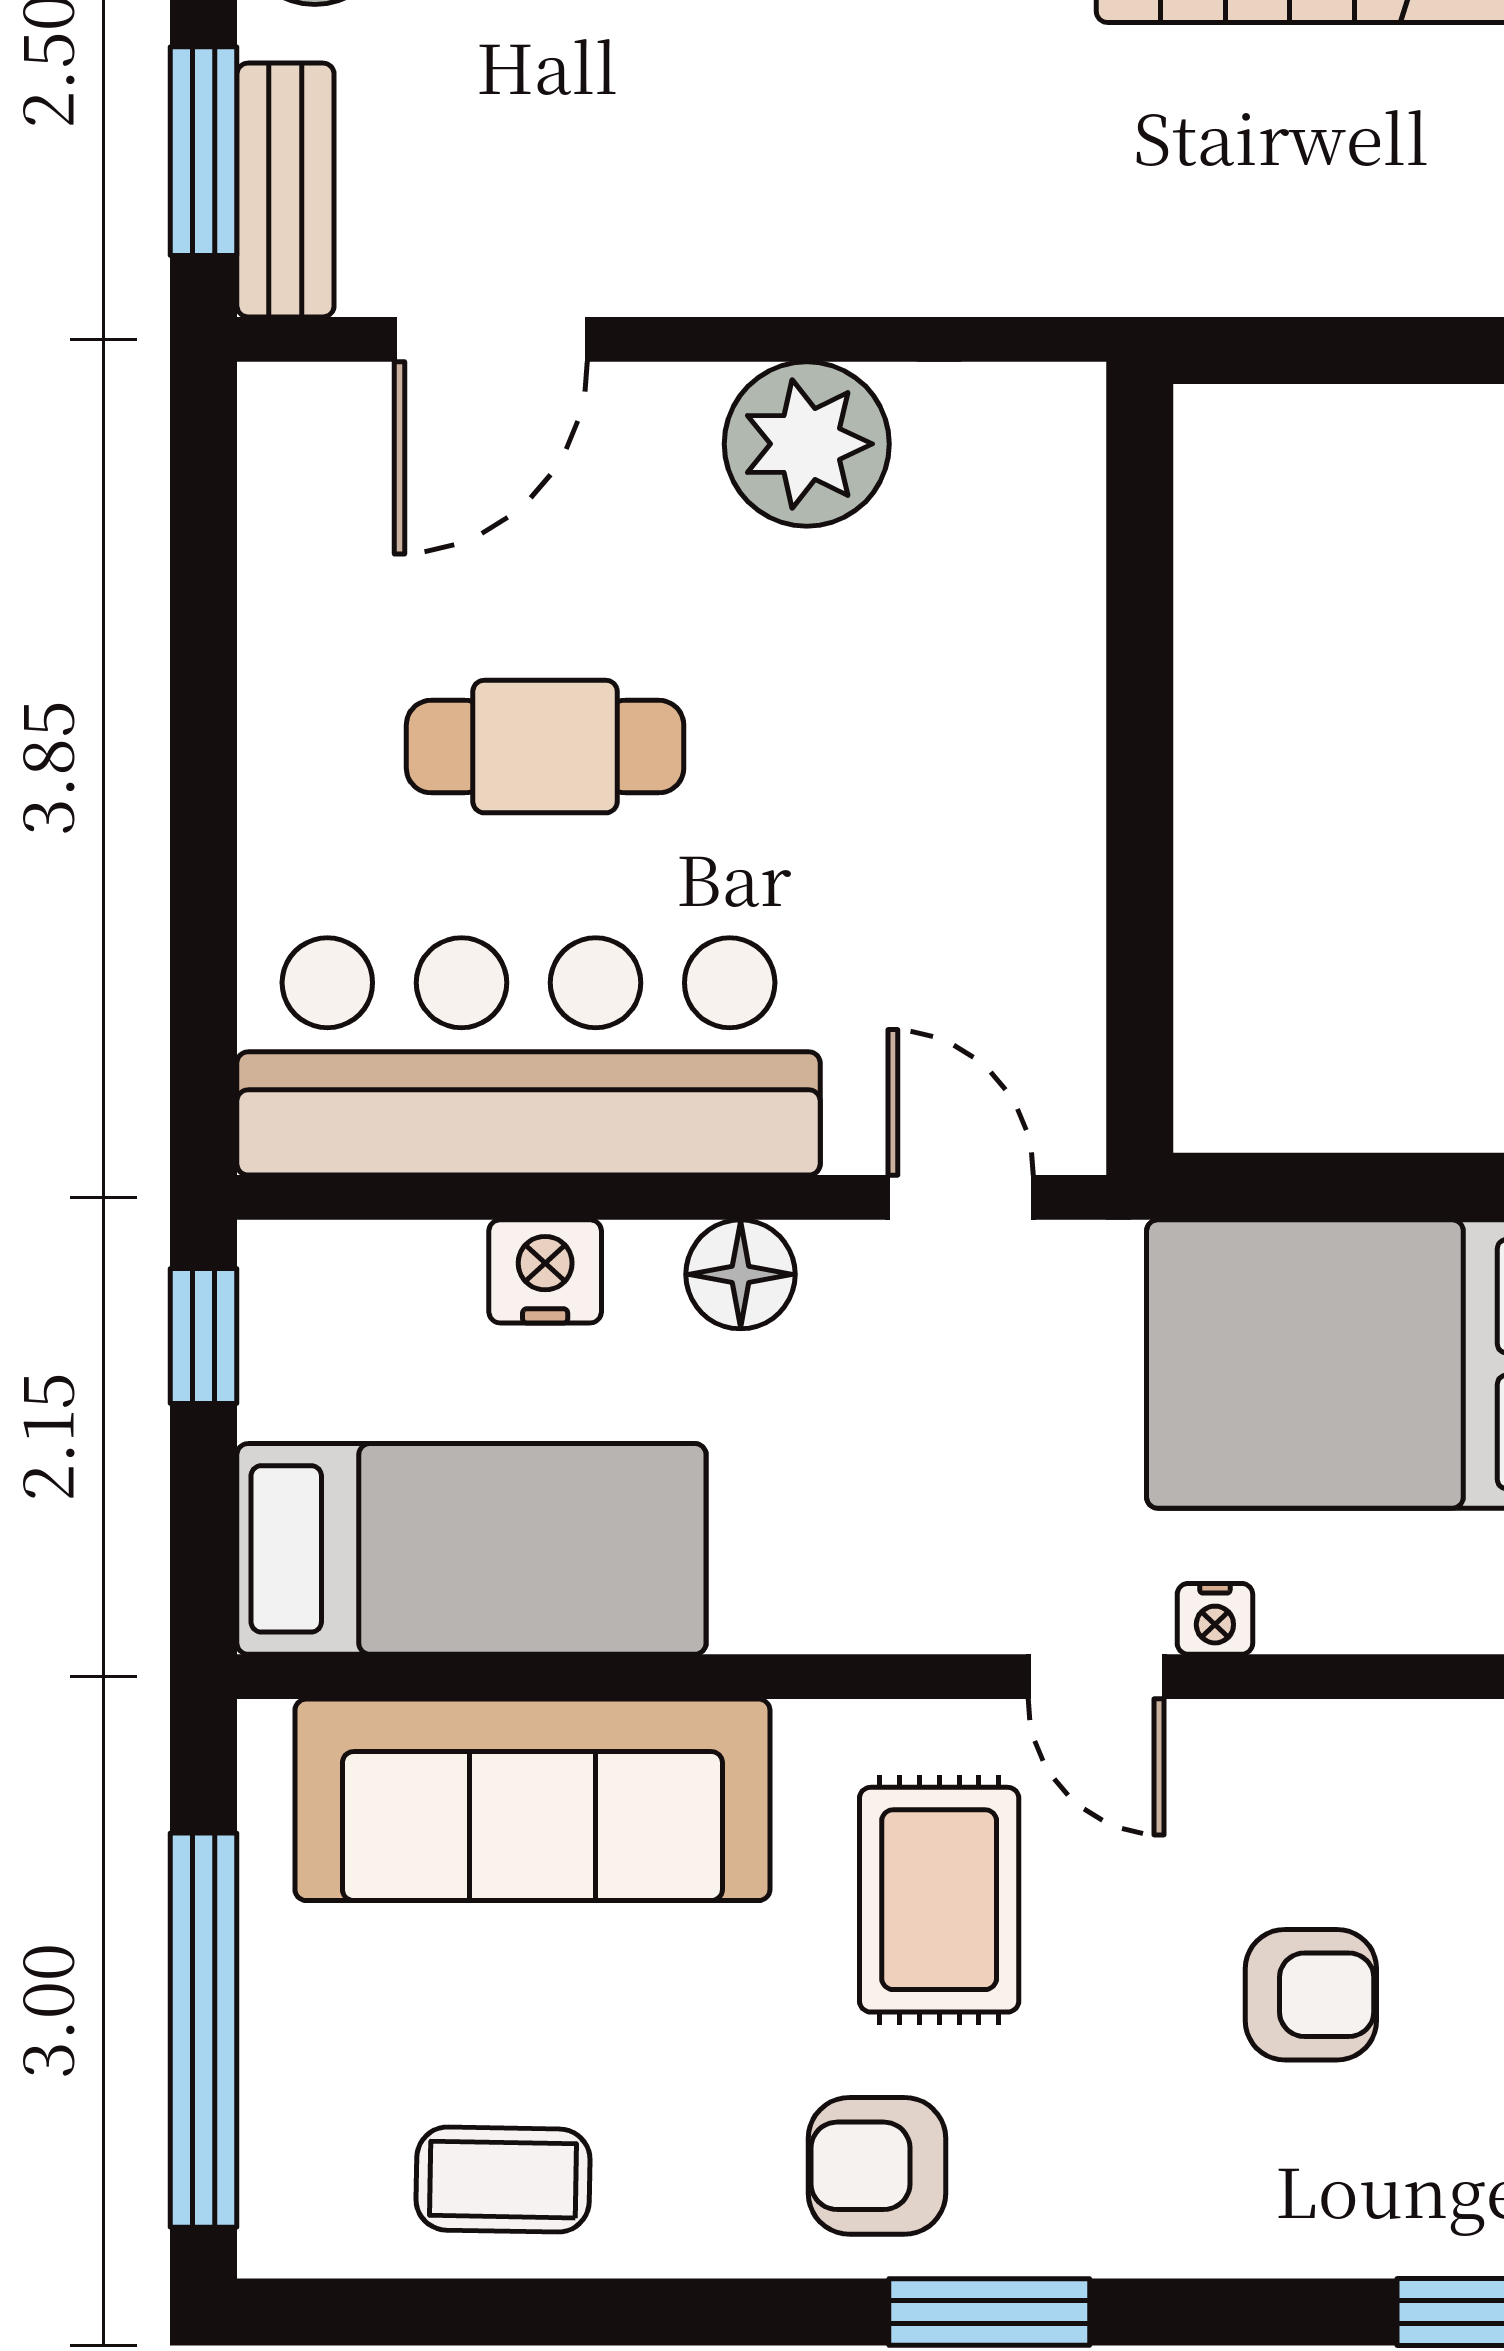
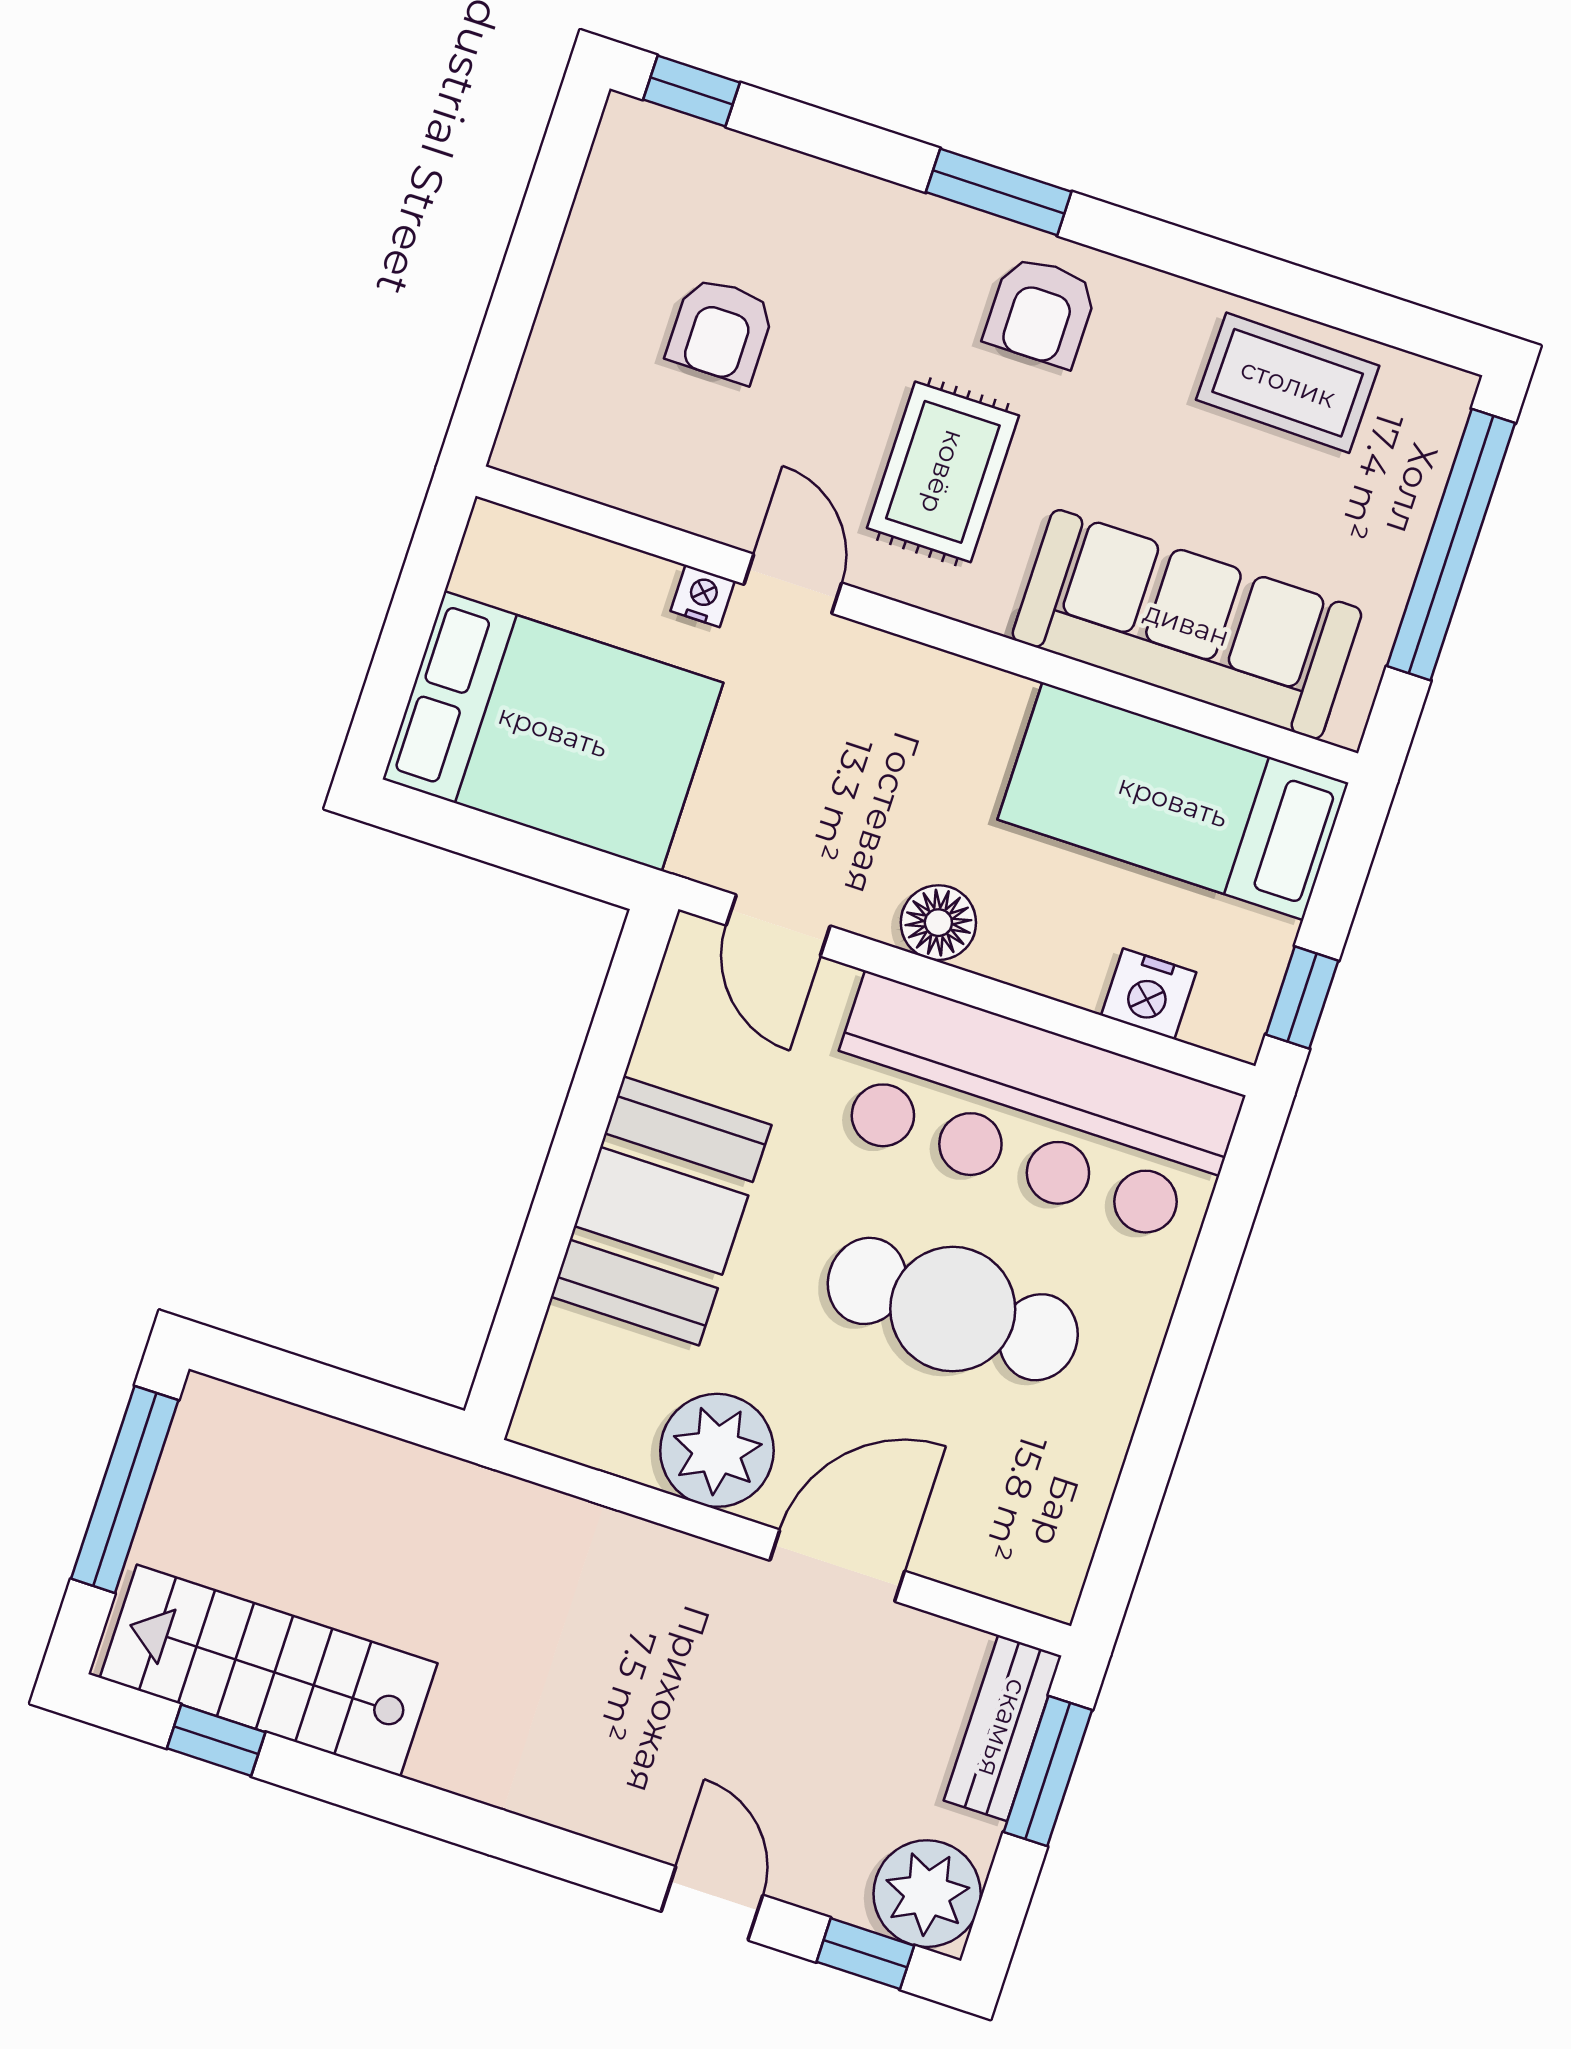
door: (491, 339) -> (837, 1566), moved
cafe table: (545, 747) -> (953, 1309), width x1.37, depth x1.35
booth: (993, 750) -> (661, 1211), added
nightstand: (545, 1271) -> (1149, 994), moved
armchair: (1311, 1995) -> (721, 330), turned -90
armchair: (877, 2166) -> (1041, 311), turned 90
coffee table: (503, 2180) -> (1288, 383), width x1.36, depth x1.30

